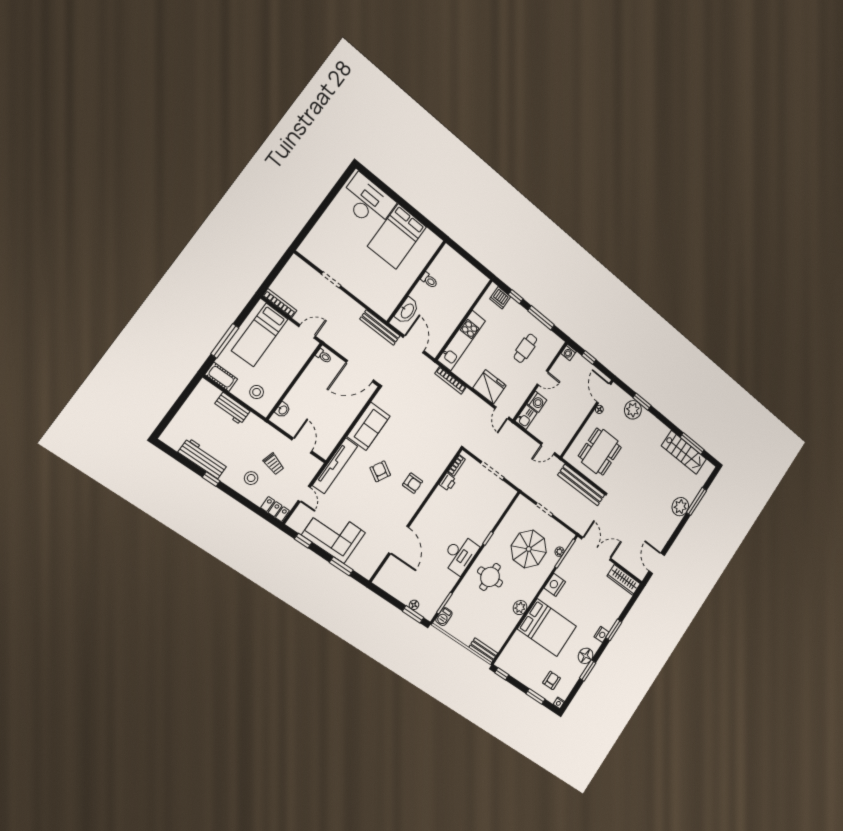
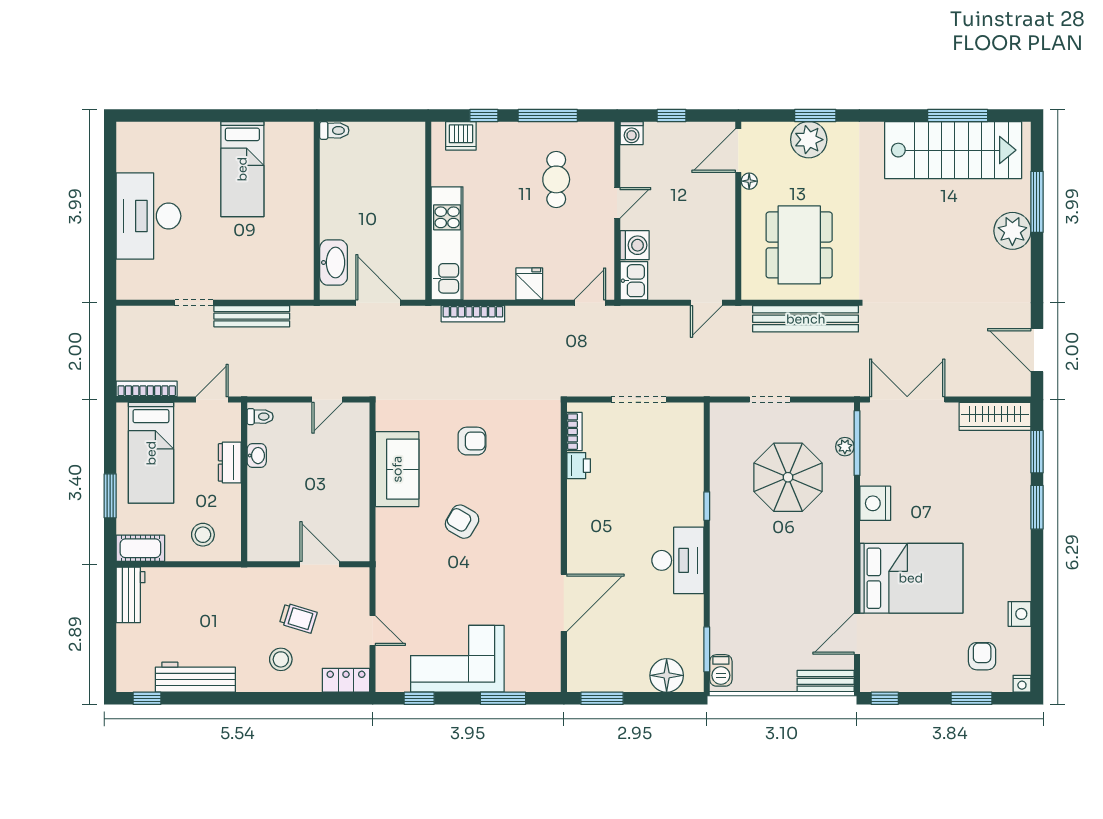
desk: (368, 201) -> (149, 216), moved, turned -90
bed: (397, 237) -> (242, 169), width x0.67
toilet: (429, 280) -> (334, 130), moved
bench: (380, 327) -> (252, 316), moved
window: (225, 341) -> (110, 496), width x0.69
dresser: (294, 367) -> (230, 462), added
door: (360, 371) -> (327, 400), width x0.53
fridge: (490, 387) -> (529, 284), width x0.53, depth x0.75
door: (604, 393) -> (738, 151), hinge flipped
workbench: (232, 408) -> (131, 595), moved, turned -90
washbasin: (283, 410) -> (257, 456), moved
door: (502, 413) -> (590, 303), swing flipped
stairs: (684, 452) -> (953, 150), width x1.36, depth x1.51
tv unit: (335, 466) -> (389, 560), removed
window: (211, 479) -> (147, 698), moved
armchair: (413, 483) -> (472, 441), moved
door: (399, 540) -> (564, 603), hinge flipped
round table: (490, 577) -> (754, 562), removed
floor lamp: (414, 605) -> (667, 675), width x1.89, depth x1.89
plant: (520, 608) -> (840, 577), removed
window: (413, 614) -> (602, 698), moved
nightstand: (602, 634) -> (1020, 614), moved
door: (510, 637) -> (857, 634), added
floor lamp: (586, 656) -> (1015, 580), removed
window: (588, 671) -> (1037, 452), moved

